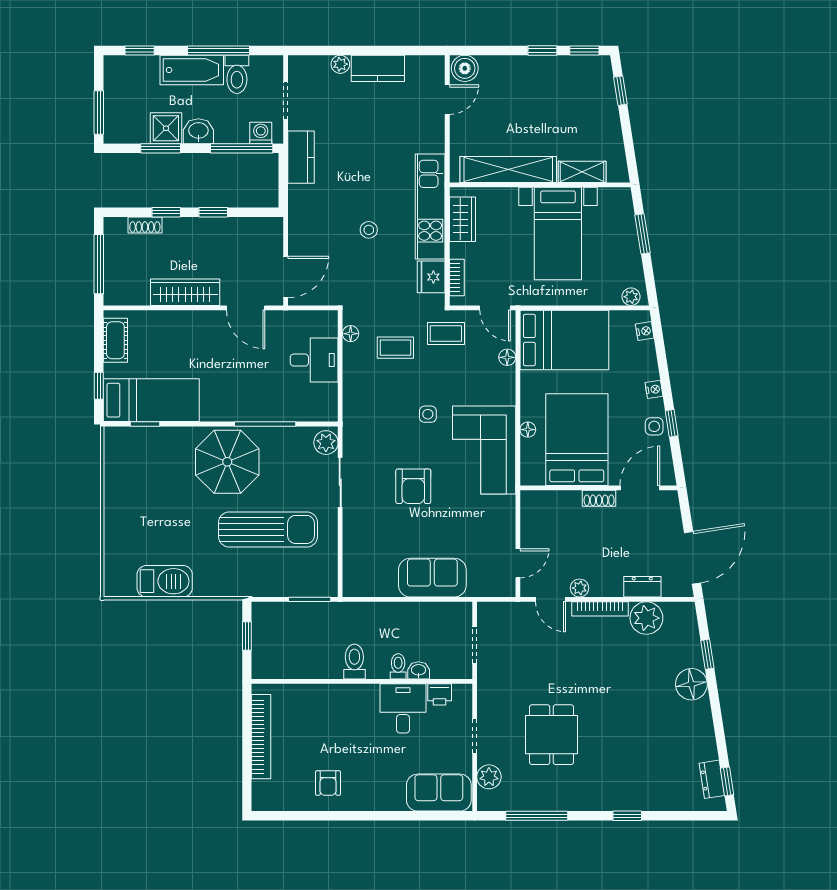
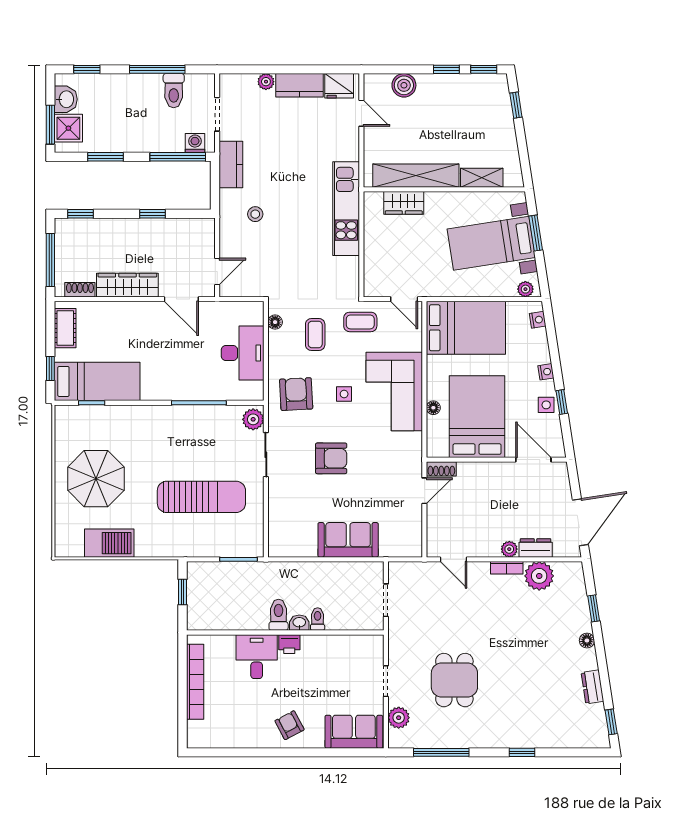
boiler: (465, 68) -> (404, 85), moved
bathtub: (192, 70) -> (133, 87), removed
door: (447, 100) -> (361, 113), hinge flipped
shower: (166, 128) -> (68, 128), moved
washbasin: (198, 131) -> (66, 99), moved, turned 90
window: (166, 212) -> (80, 214), moved
wardrobe: (462, 219) -> (404, 203), moved, turned 90
shoe rack: (145, 225) -> (80, 290), moved, turned 180
stool: (369, 230) -> (255, 214), moved
bed with nightstands: (558, 233) -> (491, 243), moved, turned 81
door: (286, 277) -> (217, 272), width x0.73
fridge: (431, 277) -> (339, 86), moved, turned -90
bookcase: (457, 277) -> (370, 272), removed
coffee table: (395, 348) -> (315, 334), turned 90
floor lamp: (507, 357) -> (415, 343), removed
desk: (314, 360) -> (243, 353), width x1.37
armchair: (374, 414) -> (296, 394), added
corner sofa: (484, 450) -> (394, 392), moved
parasol: (227, 462) -> (96, 479), moved
armchair: (413, 486) -> (331, 458), turned -90
door: (640, 488) -> (533, 460), hinge flipped
shoe rack: (599, 498) -> (441, 469), moved
door: (518, 563) -> (424, 491), moved
plant: (580, 588) -> (509, 549), moved
bookcase: (600, 609) -> (507, 568), width x0.64
washbasin: (419, 670) -> (299, 623), moved
floor lamp: (691, 684) -> (587, 641), width x0.53, depth x0.53
printer: (440, 694) -> (289, 644), moved
desk: (403, 708) -> (257, 657), moved
dresser: (712, 779) -> (592, 687), moved
armchair: (328, 783) -> (289, 725), moved, turned 152

